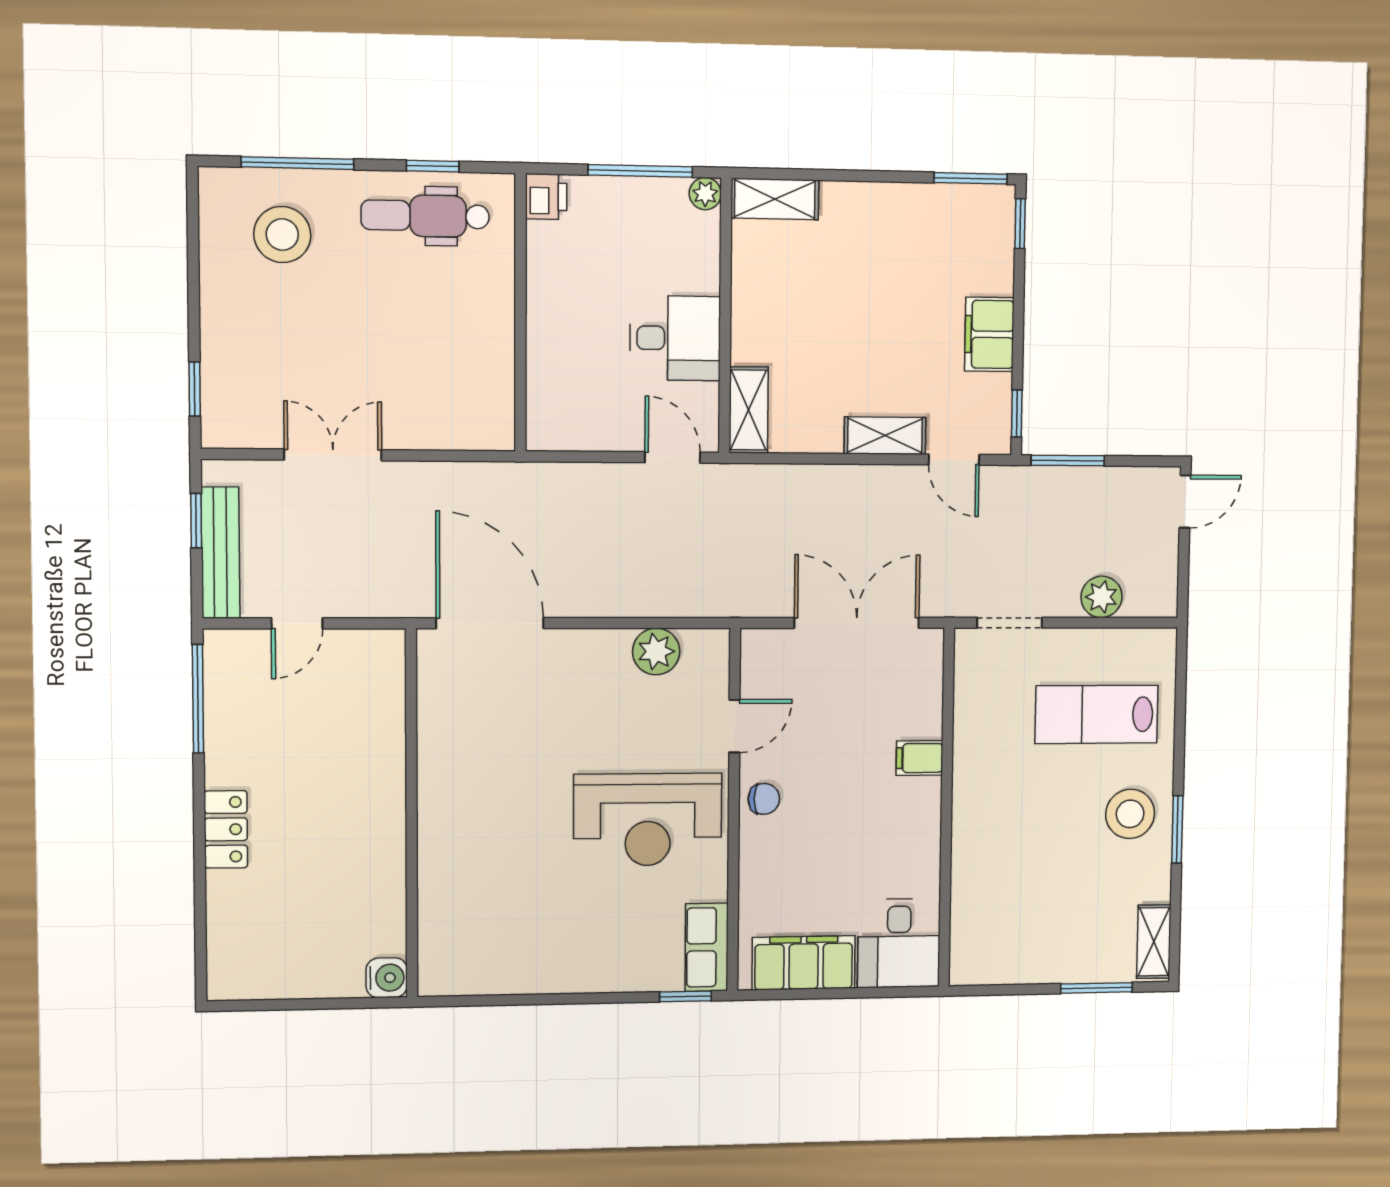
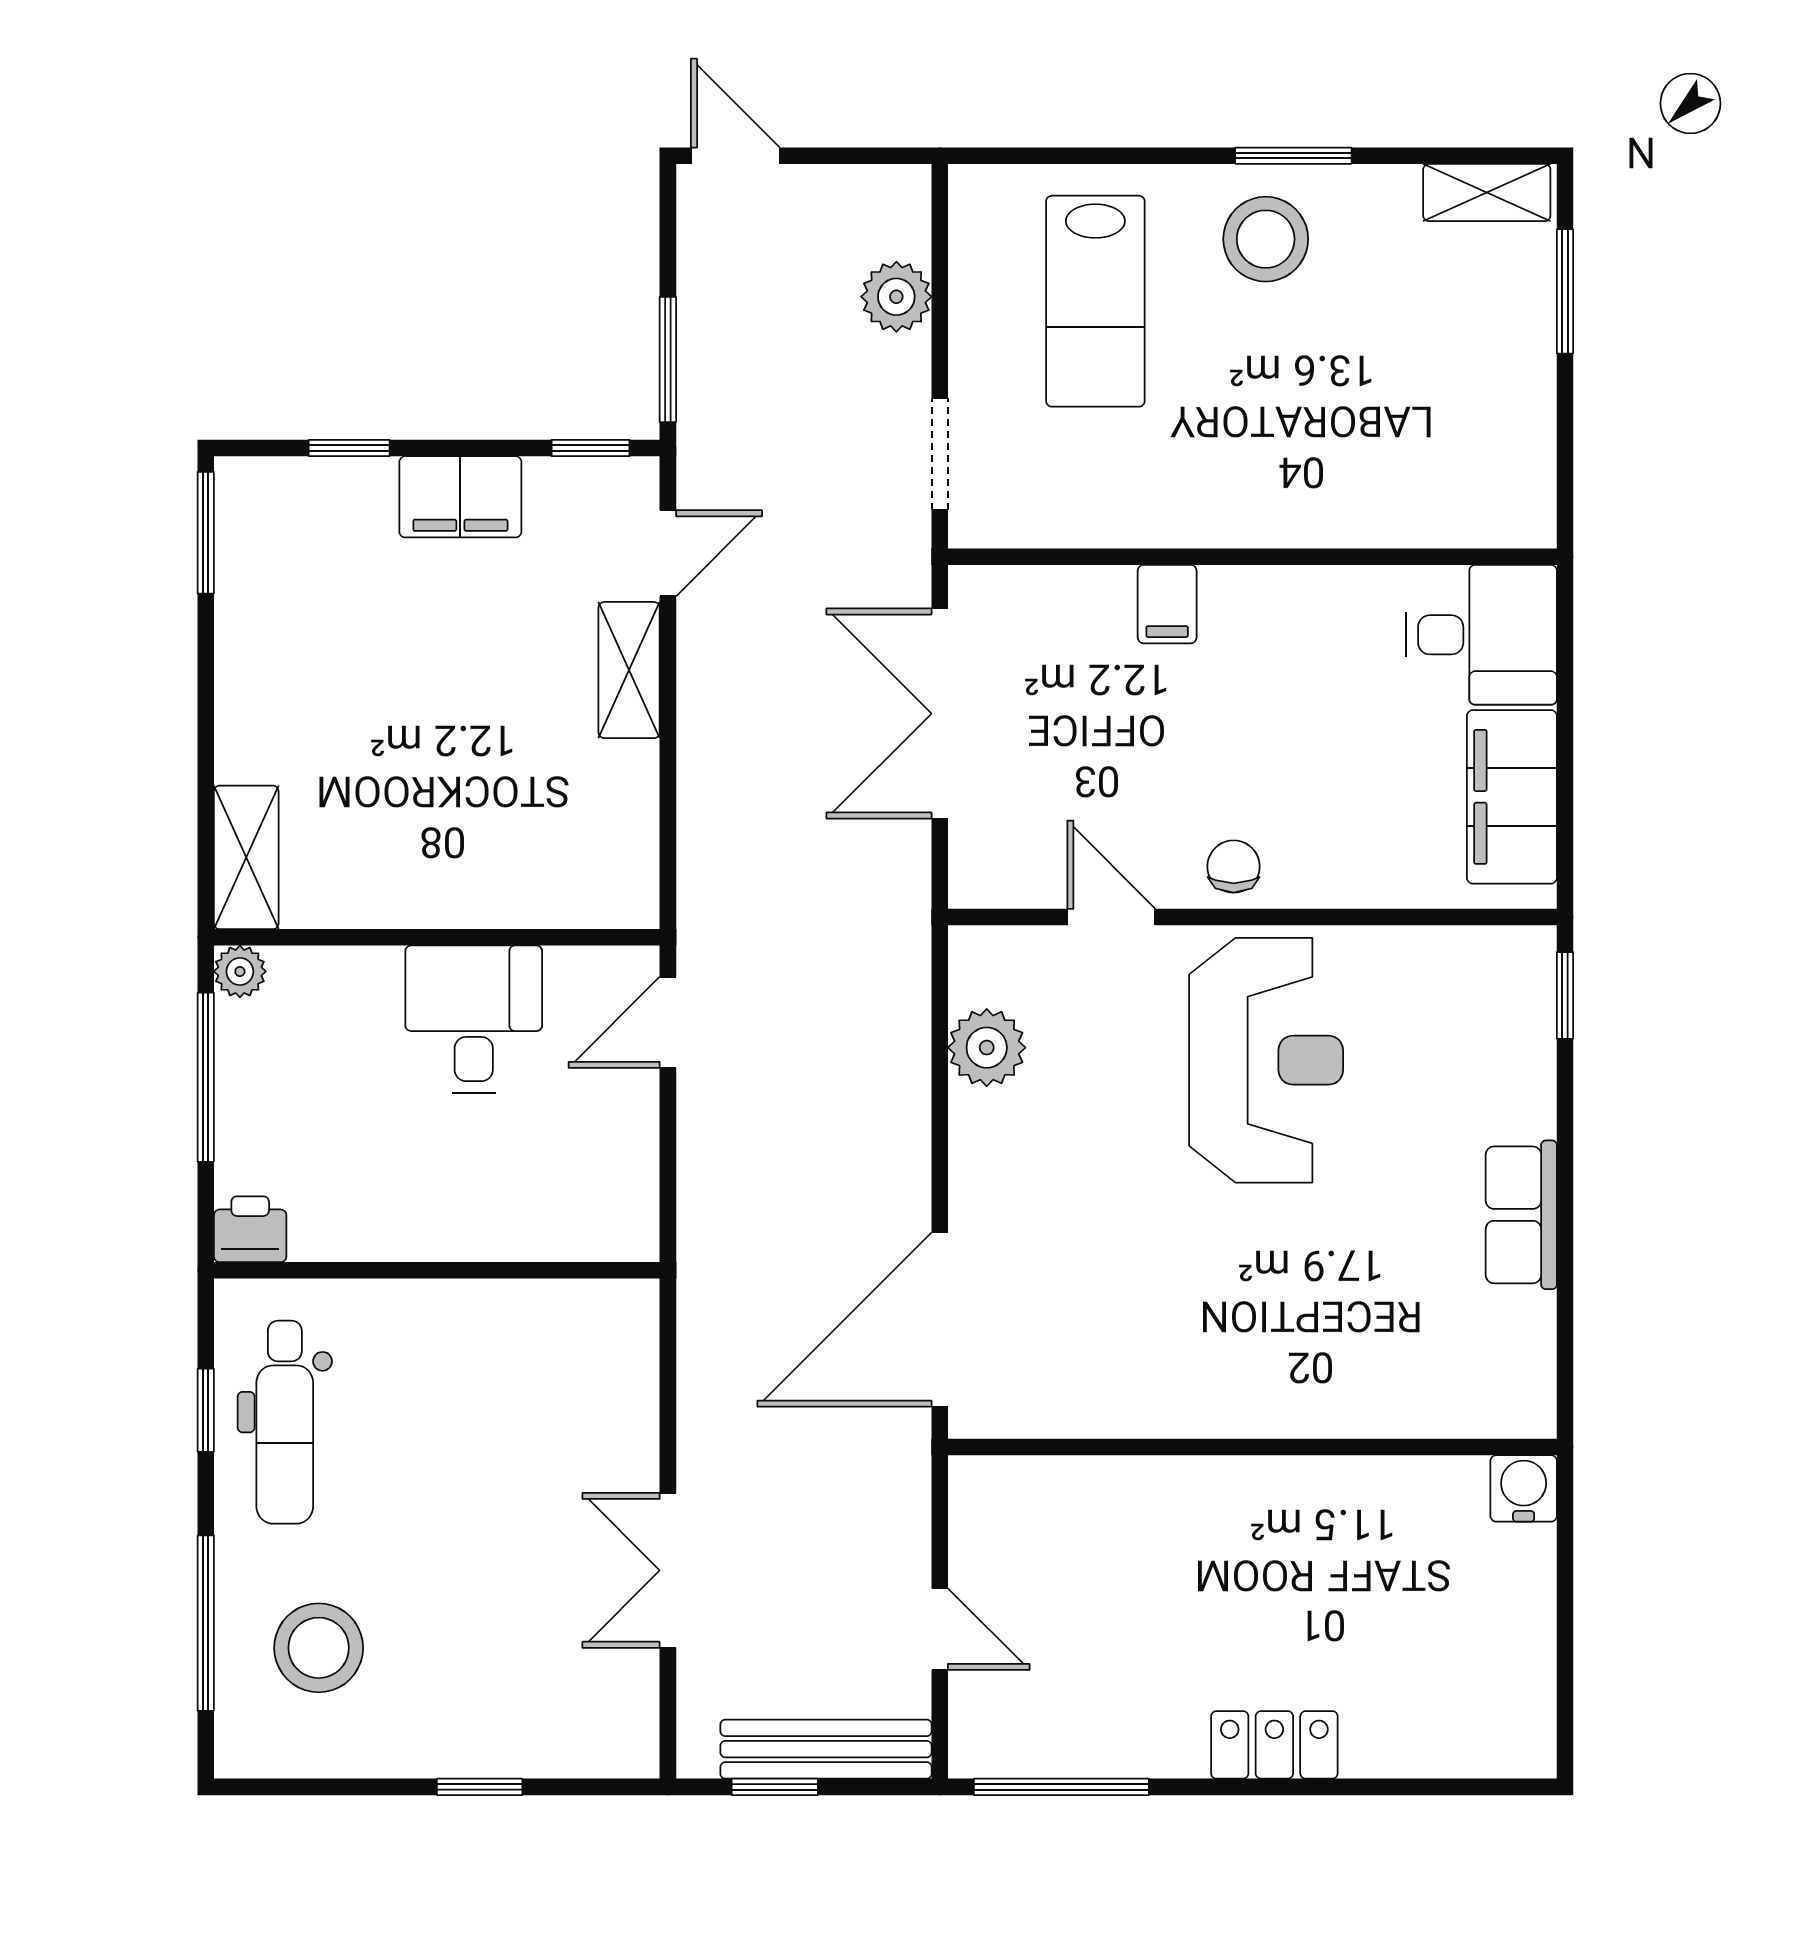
window: (1020, 224) -> (349, 448), moved
window: (195, 389) -> (480, 1787), moved
shelving: (749, 410) -> (589, 897), removed
row of seats: (707, 947) -> (1521, 1215), moved, turned 90

